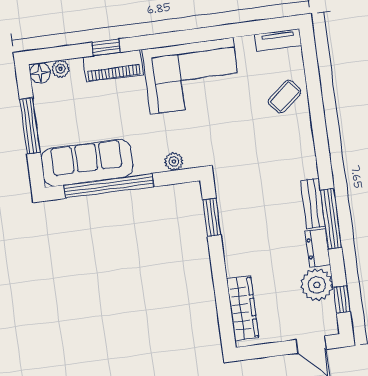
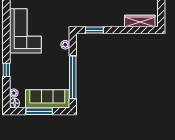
piano: (113, 66) -> (16, 68), removed
sofa: (87, 163) -> (47, 99), moved, turned 90

